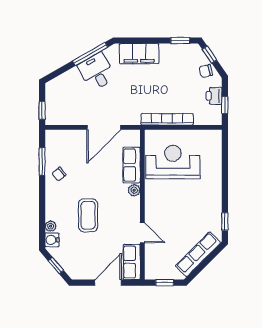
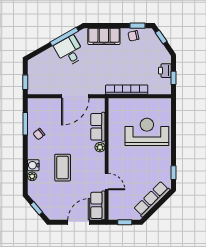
chair: (206, 71) -> (133, 36), moved
reception desk: (173, 162) -> (147, 132), moved
water cooler: (52, 240) -> (33, 165), moved

